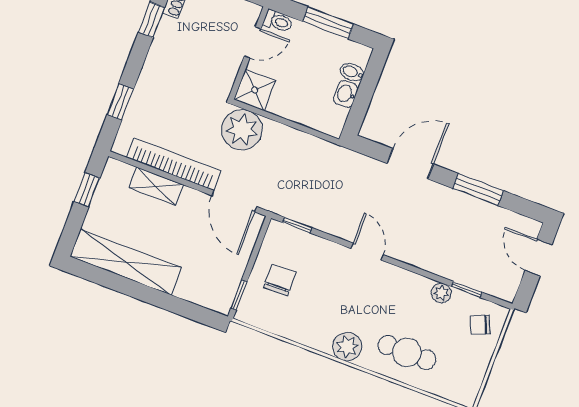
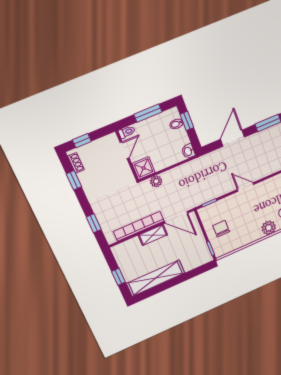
window: (370, 81) -> (187, 121), added
washbasin: (346, 94) -> (188, 151), moved
plant: (242, 130) -> (156, 181), width x0.53, depth x0.53
shelving: (156, 186) -> (153, 235), moved
window: (87, 190) -> (118, 277), moved

